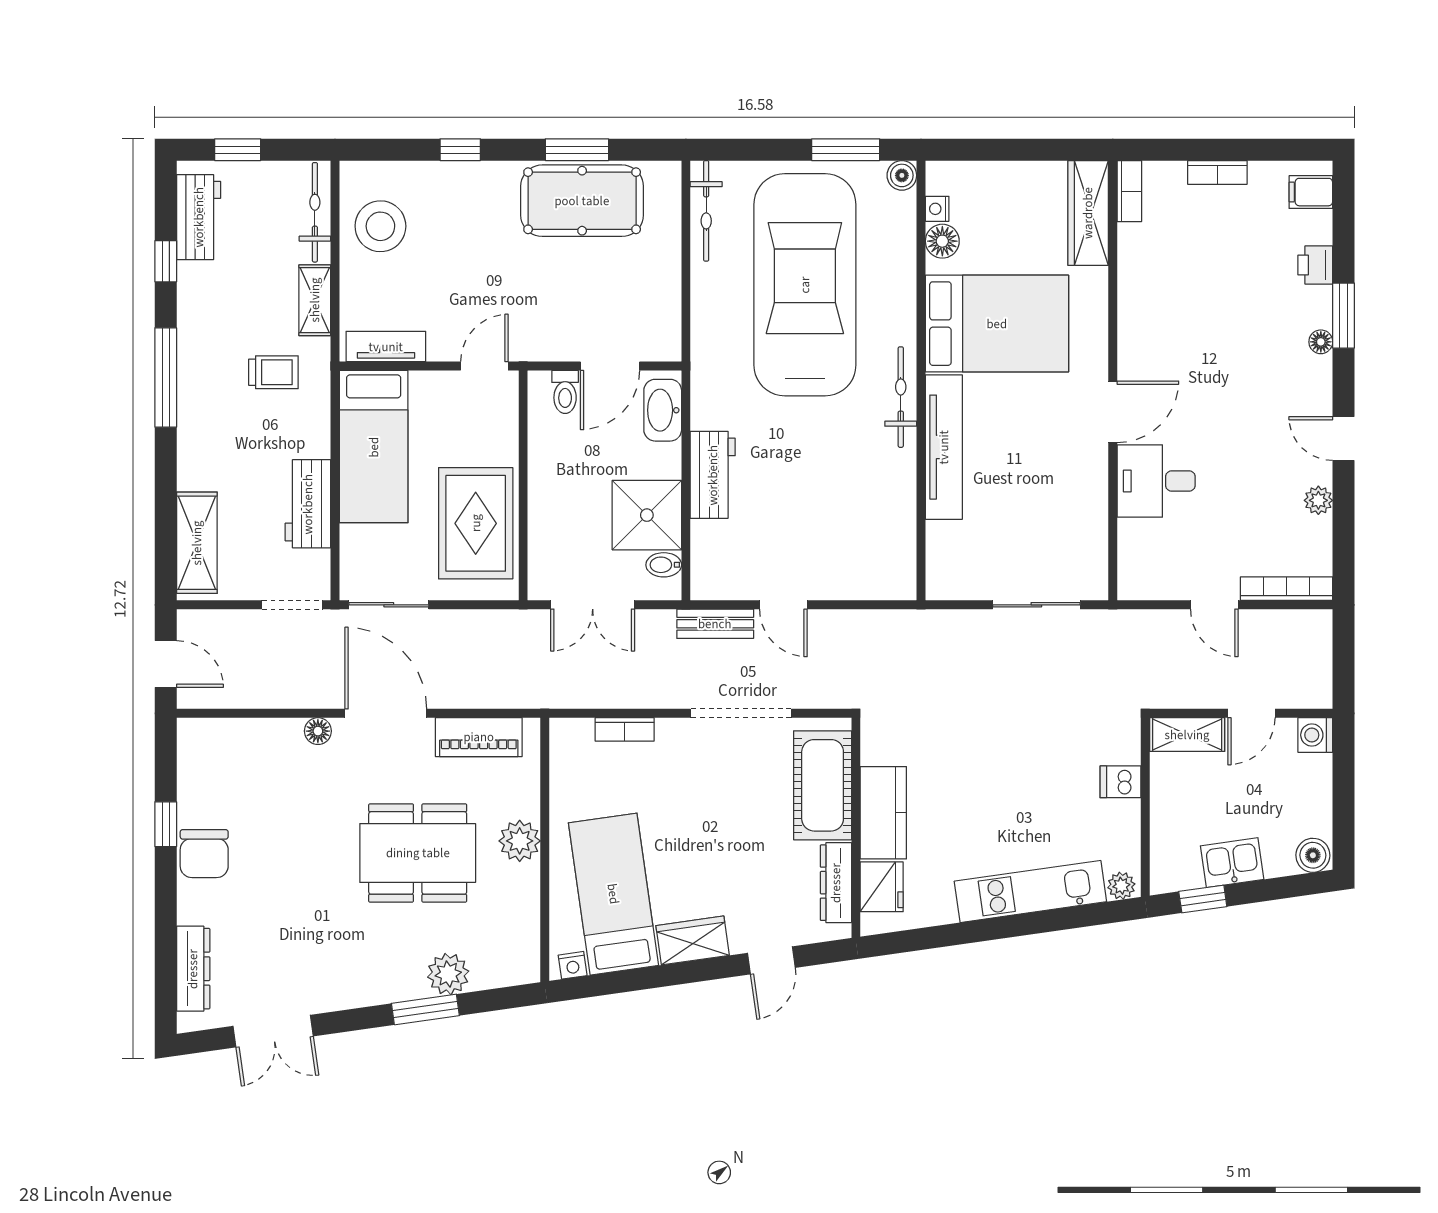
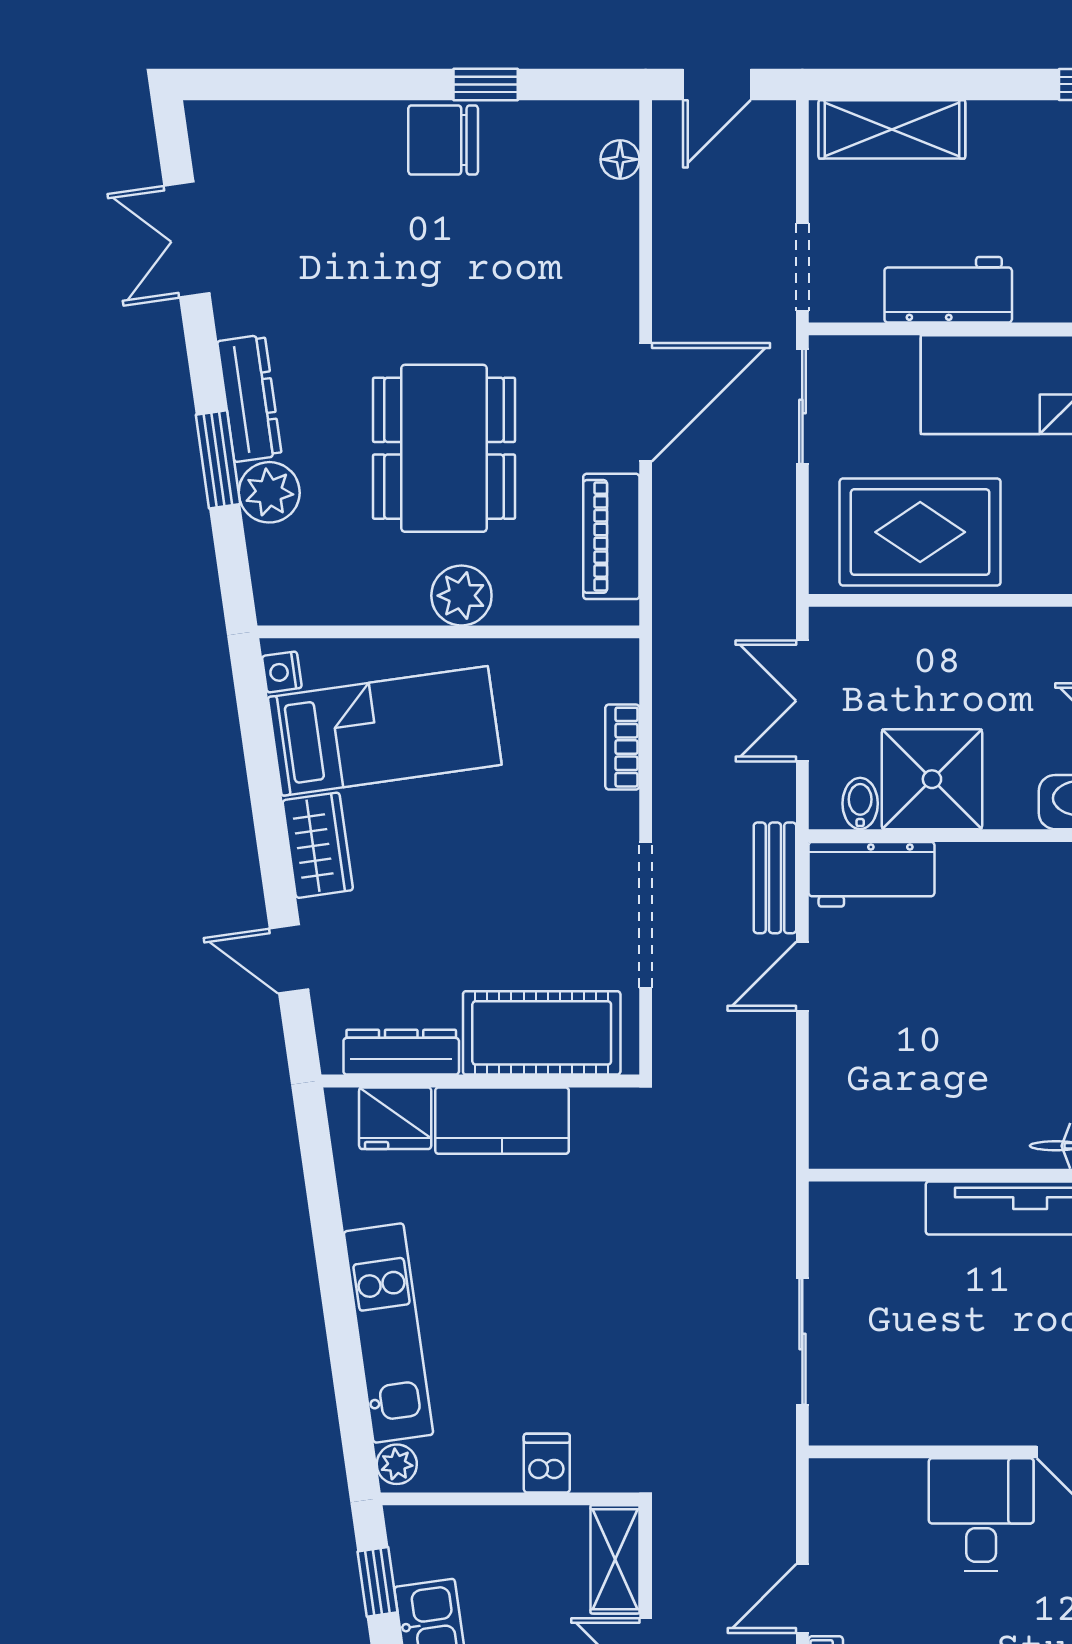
workbench: (713, 475) -> (872, 874), moved
floor lamp: (318, 731) -> (620, 159), moved
dresser: (193, 969) -> (249, 398), moved, turned -98

